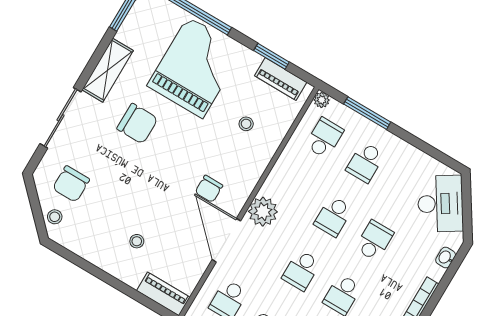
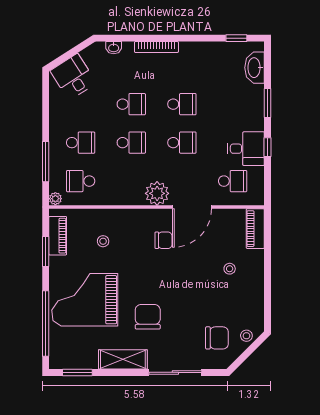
desk: (440, 204) -> (73, 77), width x0.73
school desk: (374, 241) -> (131, 104), turned 180

